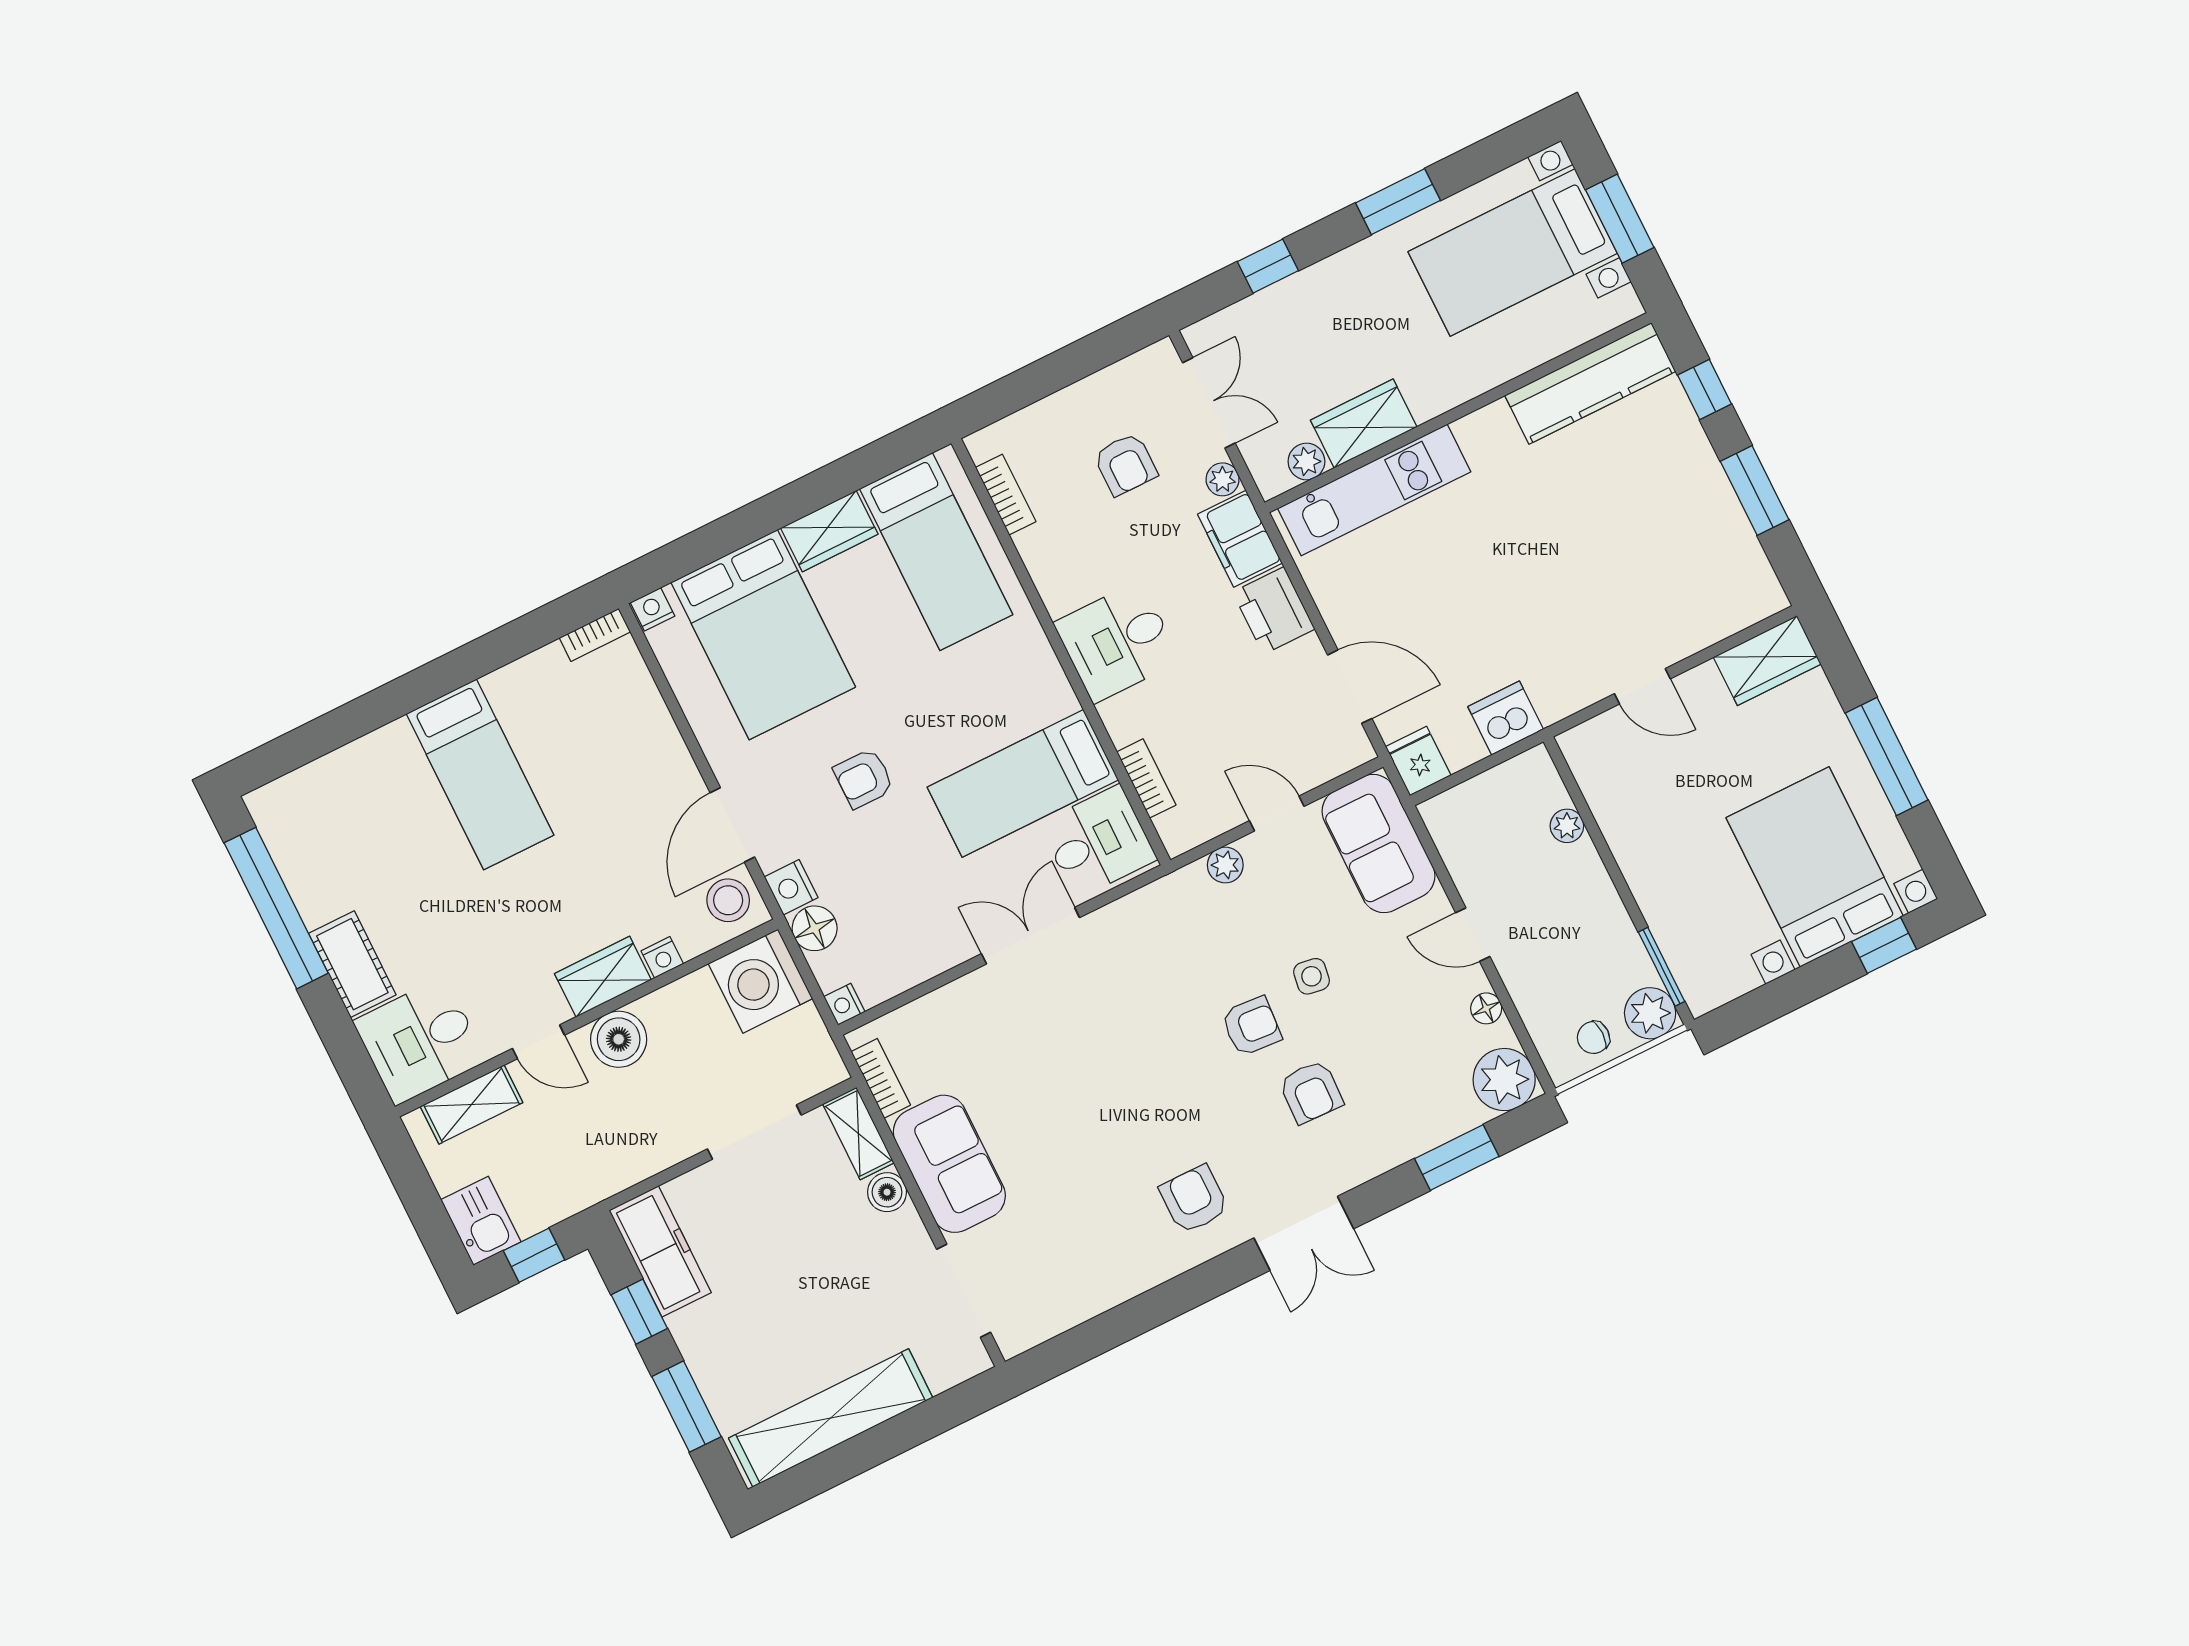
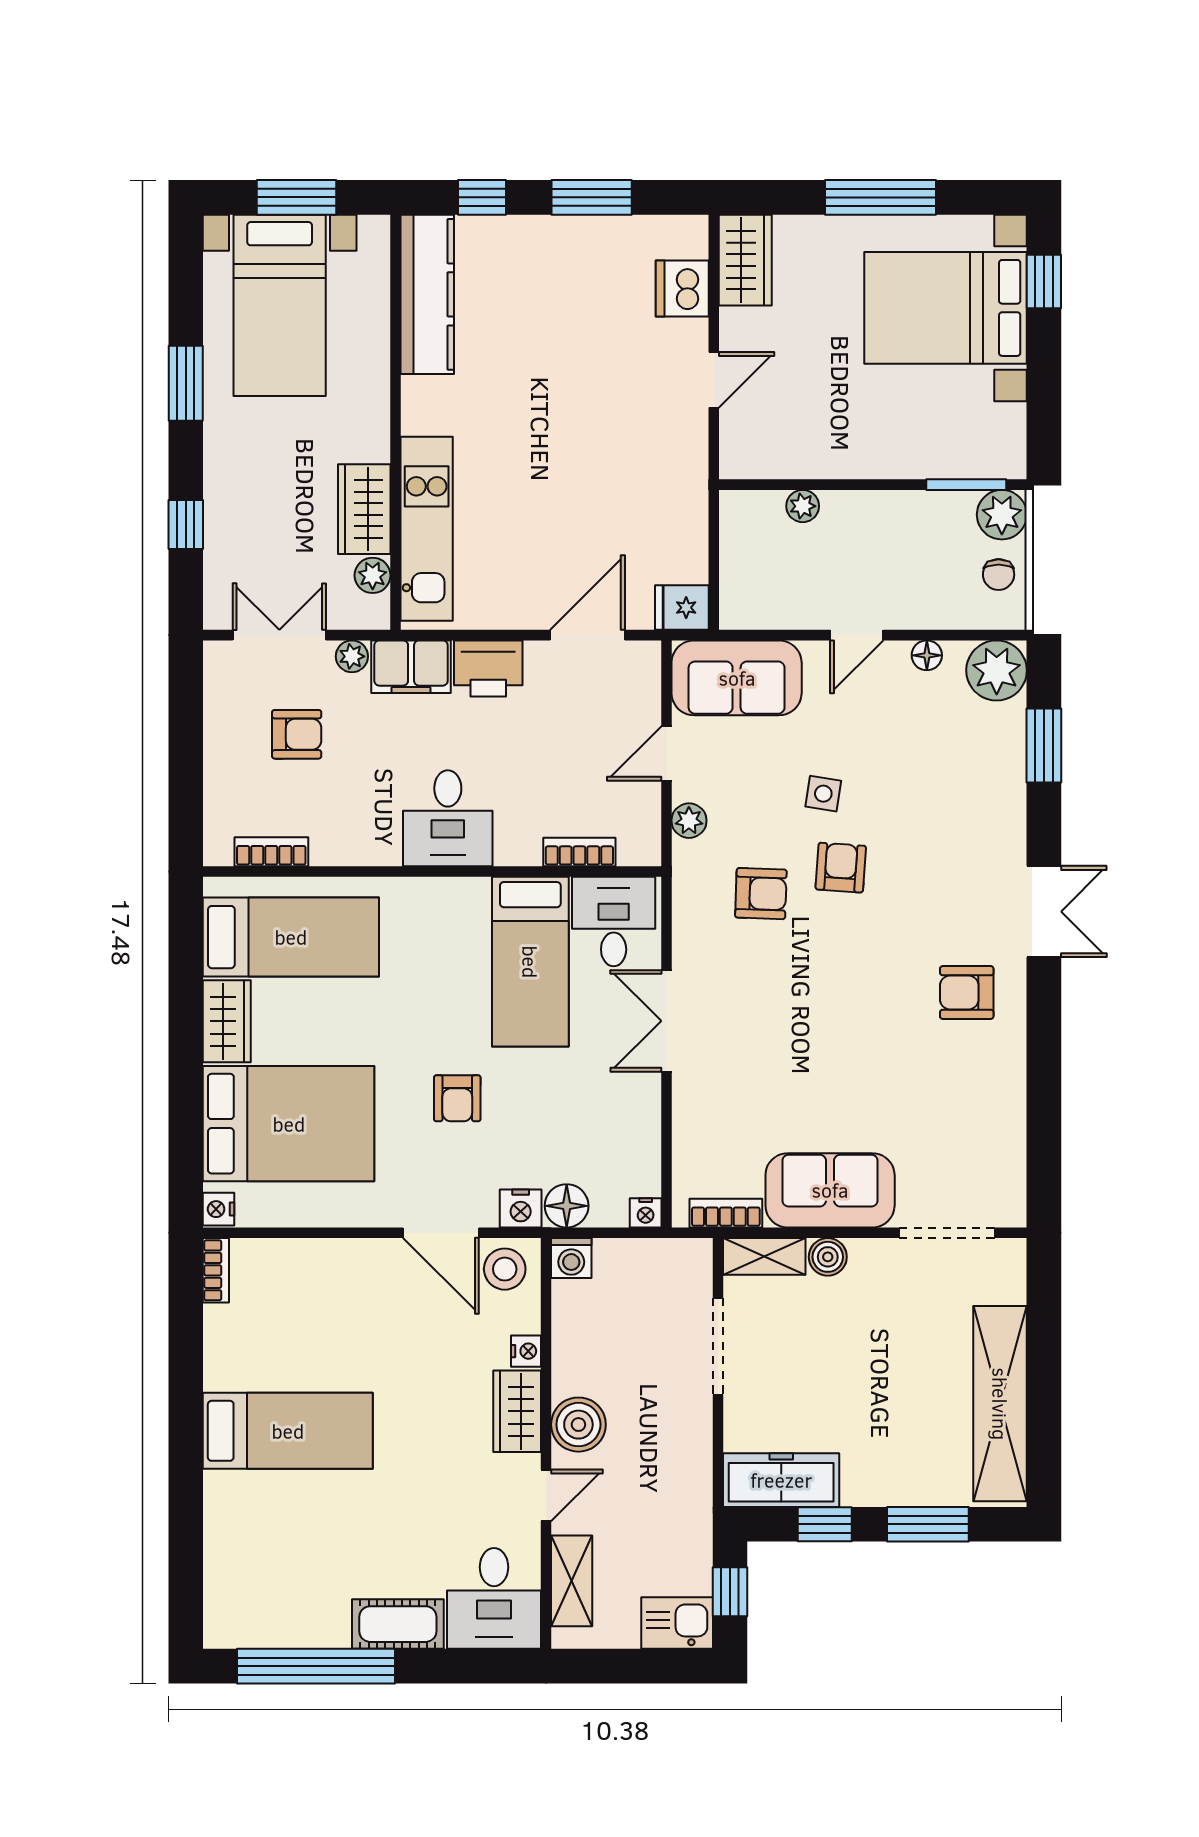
dishwasher: (1506, 718) -> (682, 289), moved
washing machine: (760, 981) -> (571, 1258), width x0.53, depth x0.53
armchair: (1311, 1092) -> (761, 894), moved

